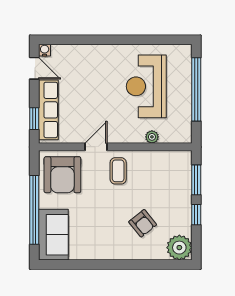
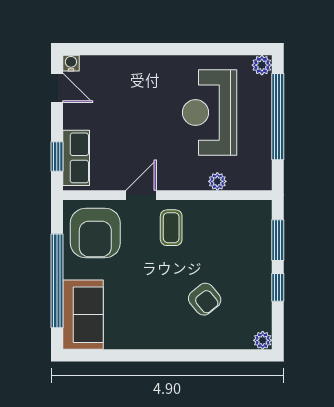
plant: (185, 52) -> (262, 65), added
row of seats: (48, 110) -> (76, 158), width x0.68
plant: (179, 248) -> (263, 340), width x0.53, depth x0.53

